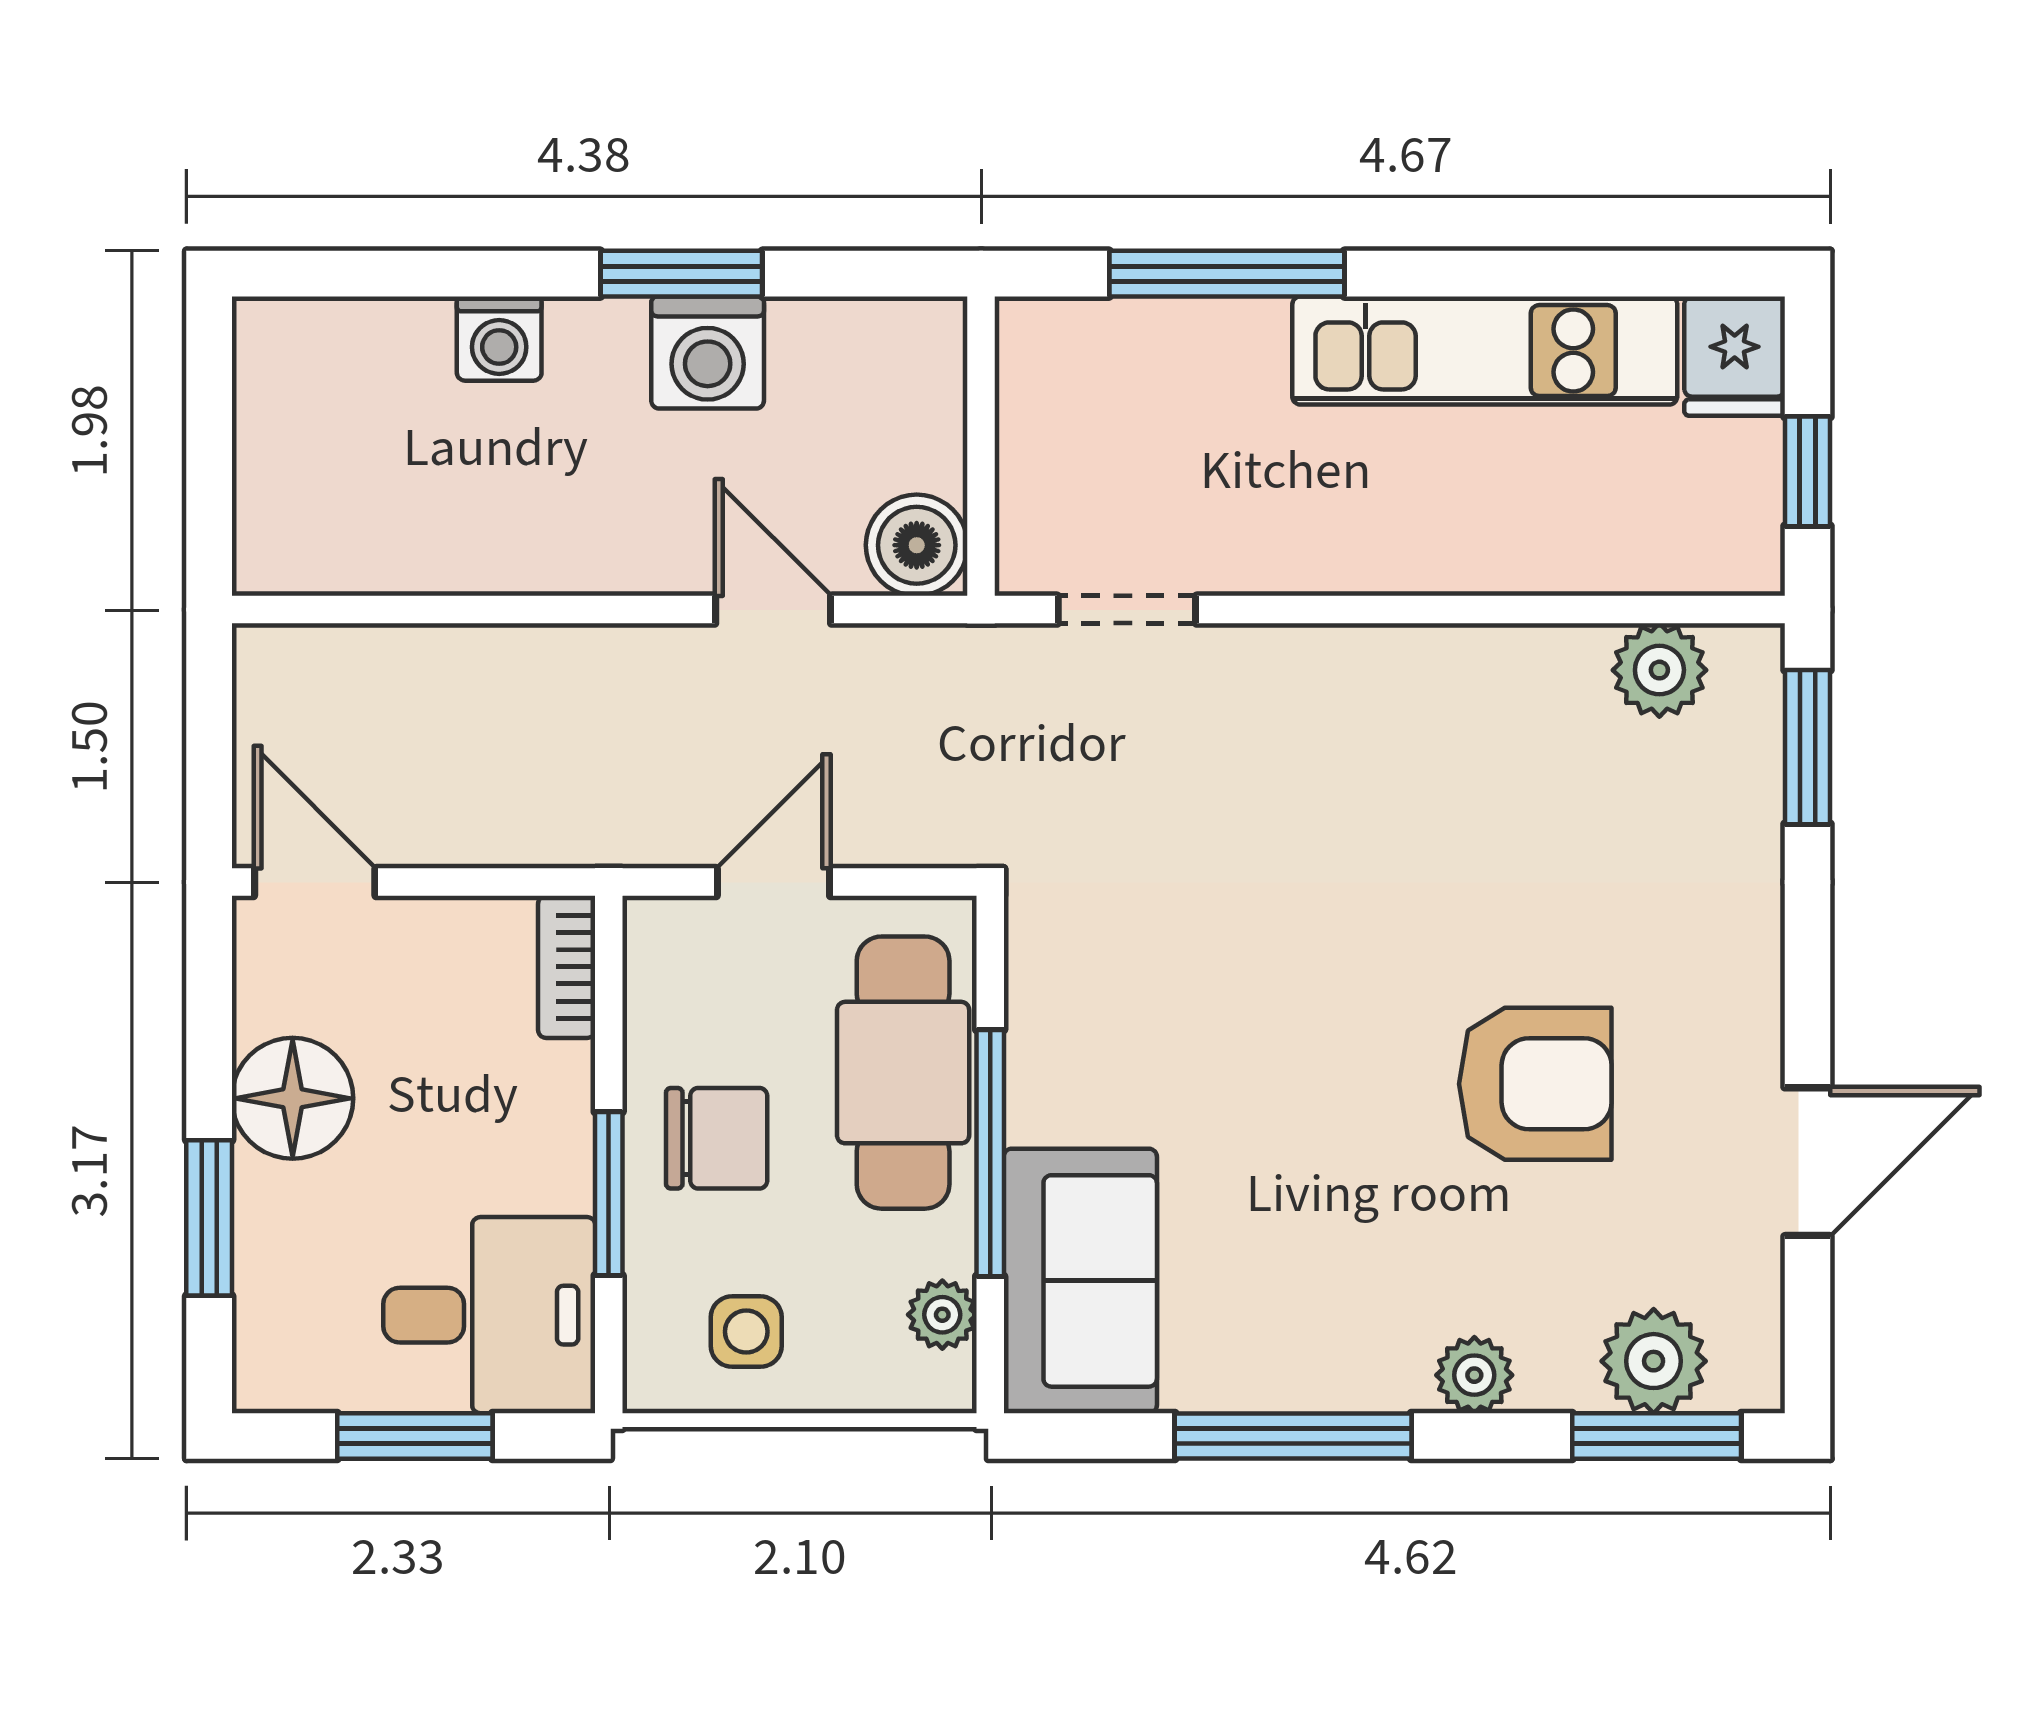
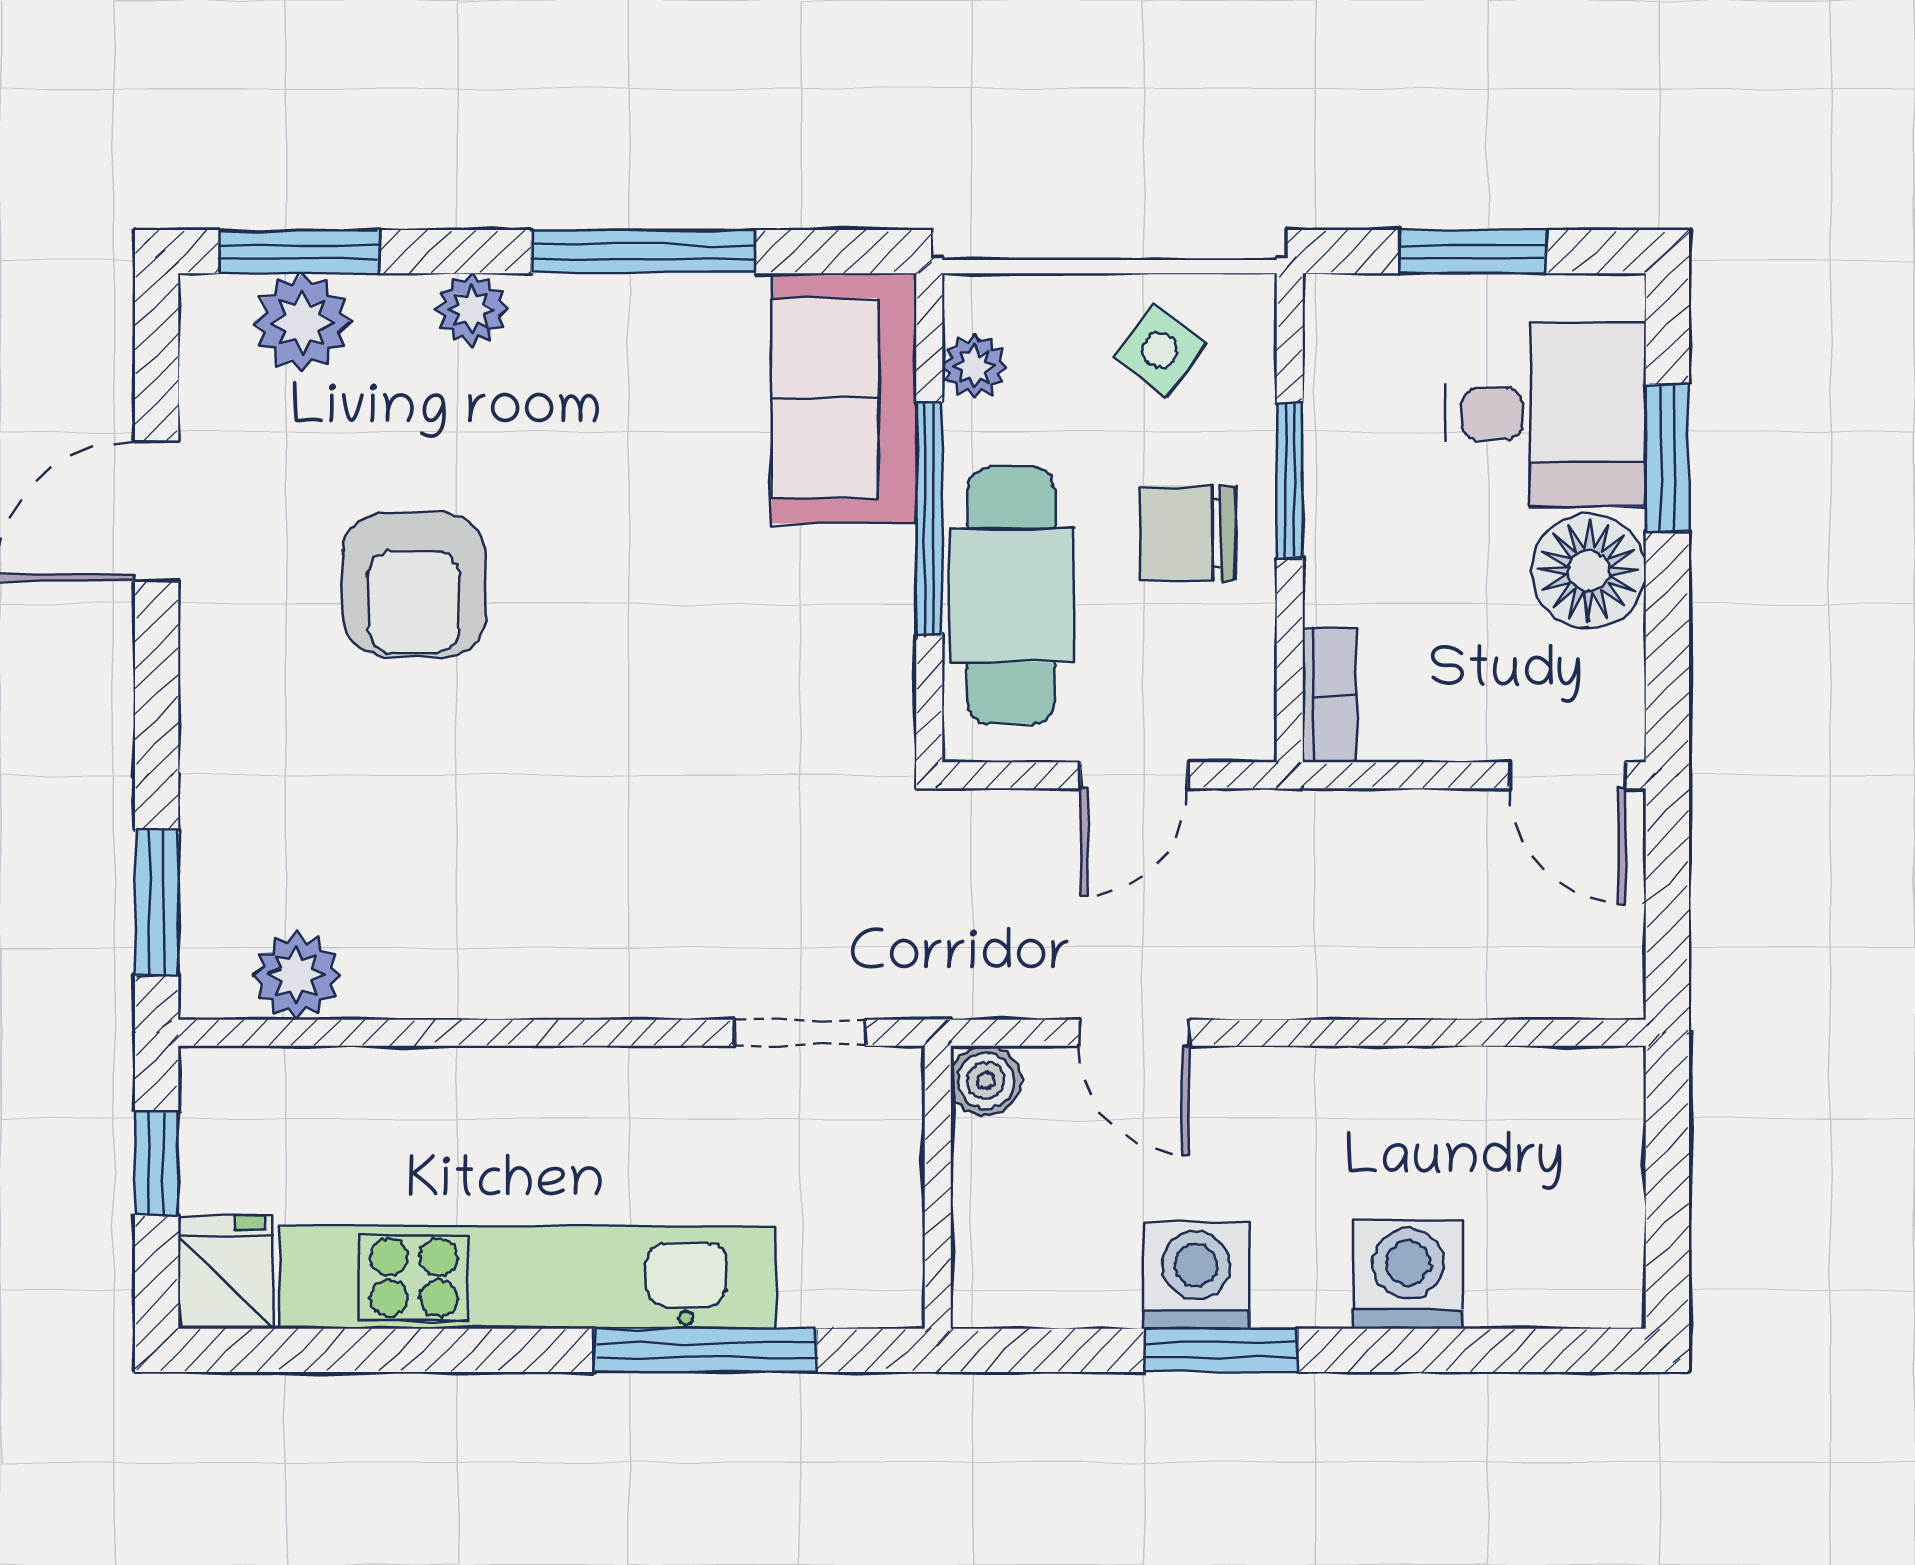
washing machine: (499, 339) -> (1408, 1274), width x1.38, depth x1.38
kitchen unit: (1485, 350) -> (528, 1278), width x1.36
boiler: (917, 545) -> (986, 1081), width x0.73, depth x0.73
armchair: (1535, 1084) -> (414, 585), turned -90
desk: (489, 1315) -> (1546, 414), moved, turned 180
side table: (746, 1332) -> (1160, 350), turned 38

